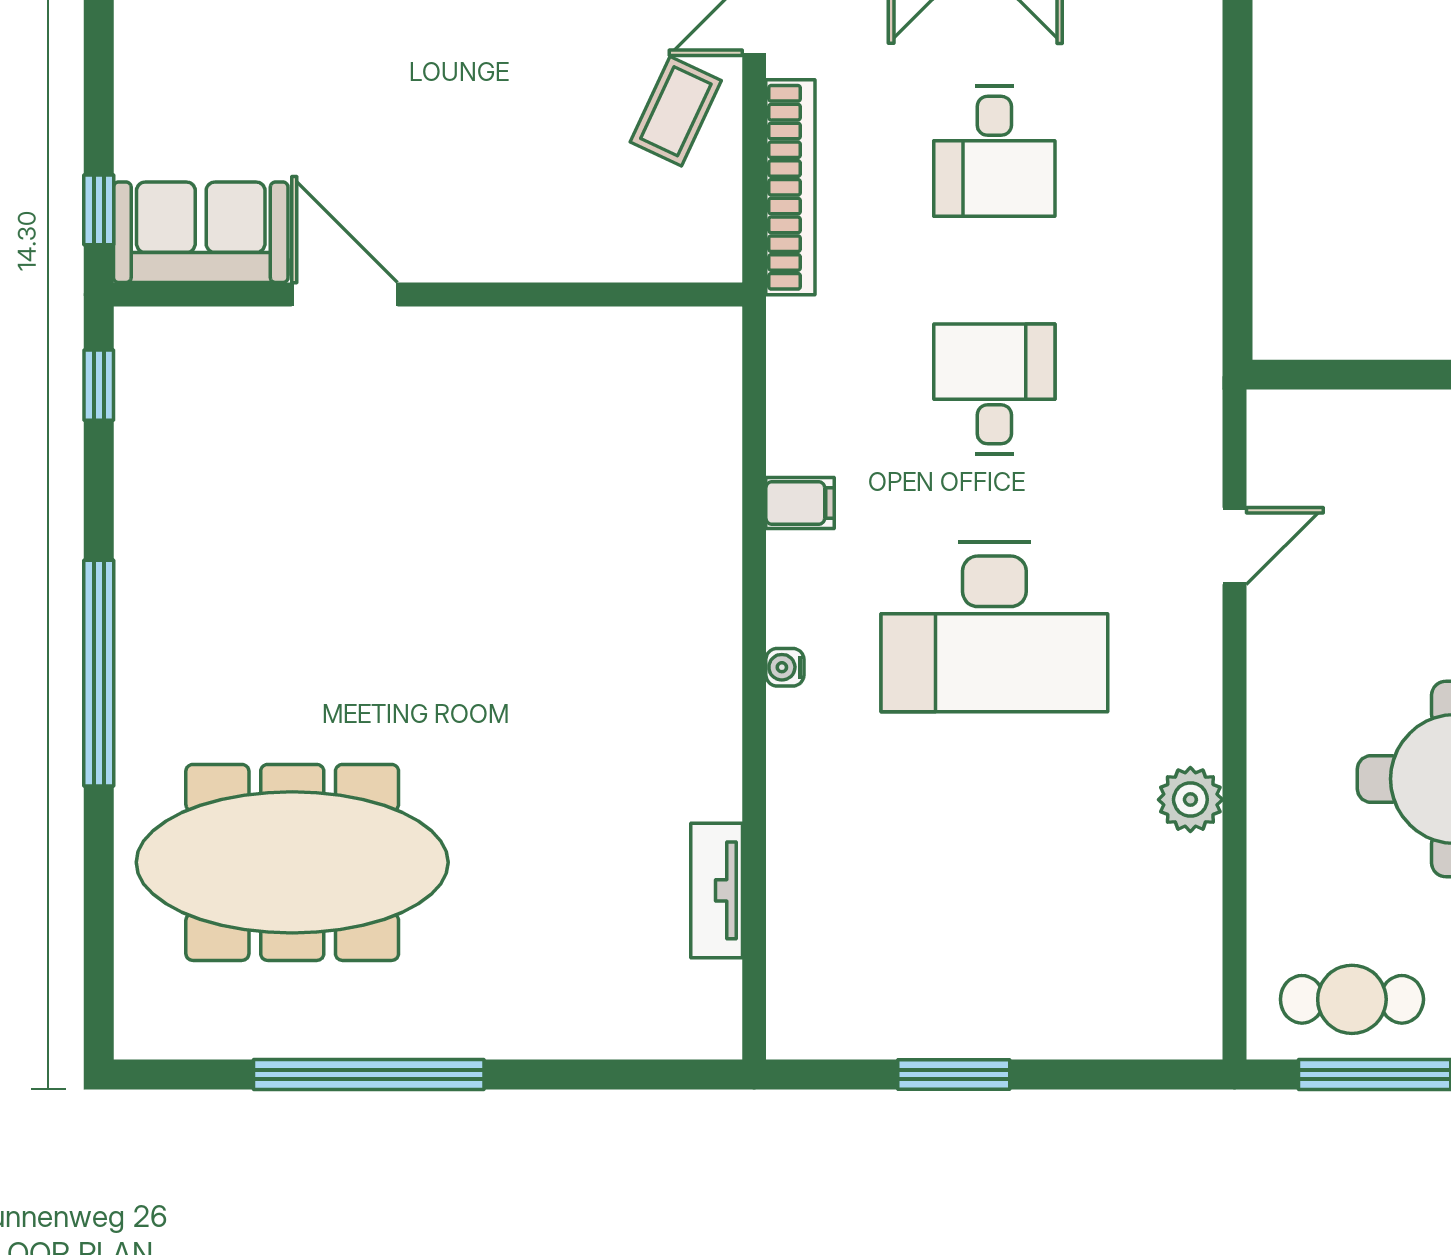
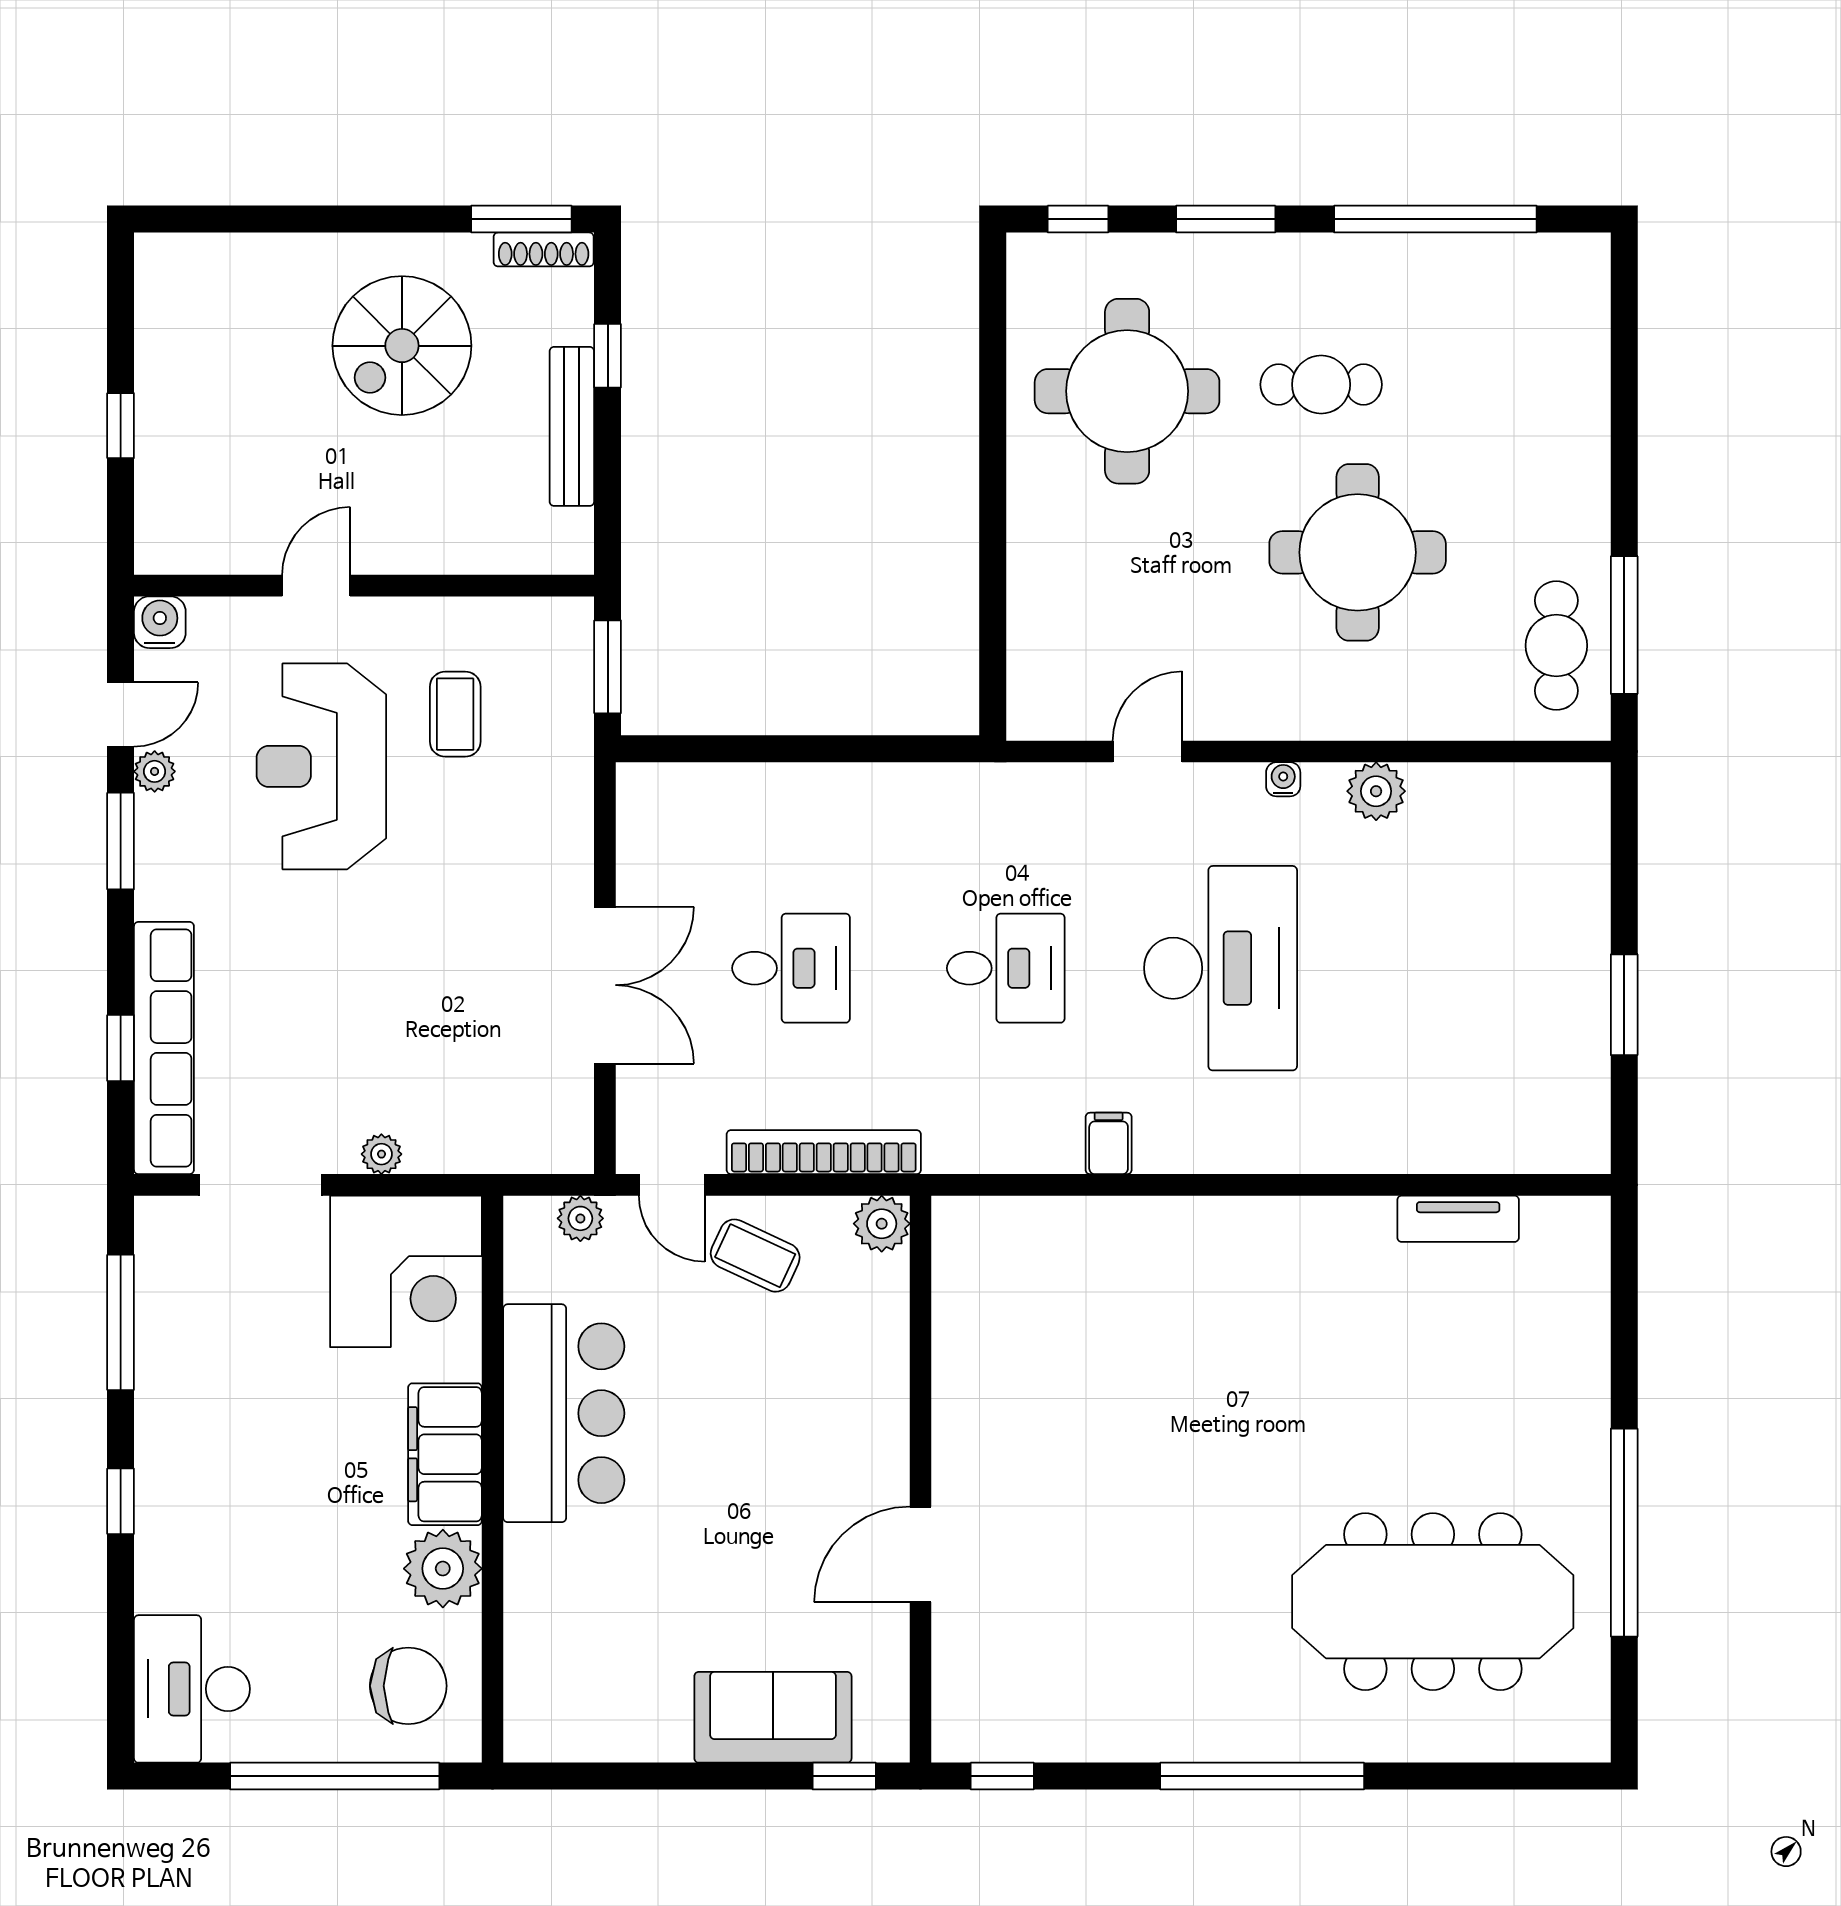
sofa: (201, 232) -> (773, 1717), moved, turned 90
plant: (711, 251) -> (882, 1224), added
desk: (994, 389) -> (1006, 968), turned 180
door: (1235, 546) -> (1147, 751), hinge flipped
water cooler: (785, 667) -> (1283, 779), moved, turned 180
meeting table: (292, 862) -> (1433, 1602), turned 90

